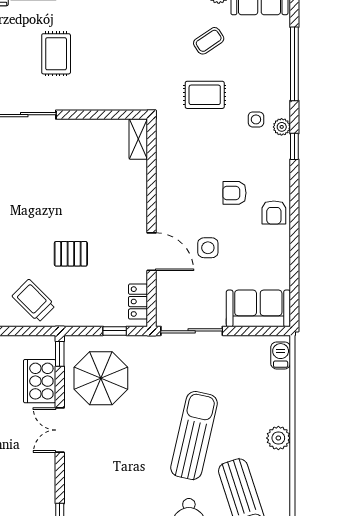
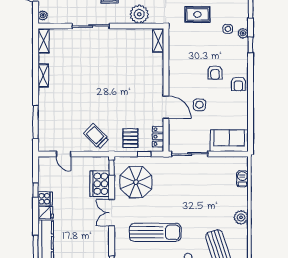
plant: (106, 95) -> (139, 14), added
armchair: (234, 193) -> (215, 72), turned -90
pallet: (71, 254) -> (130, 138), moved, turned 90
barbecue: (281, 355) -> (242, 179), moved
sun lounger: (194, 435) -> (155, 232), moved, turned 77

